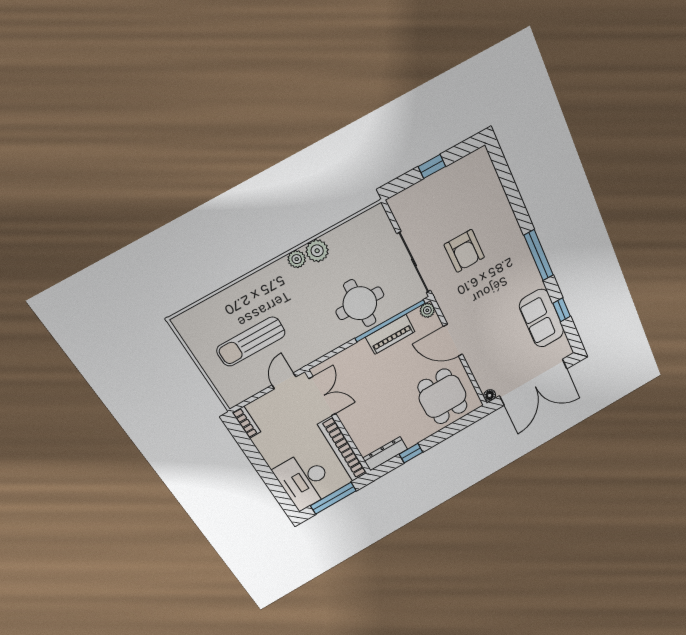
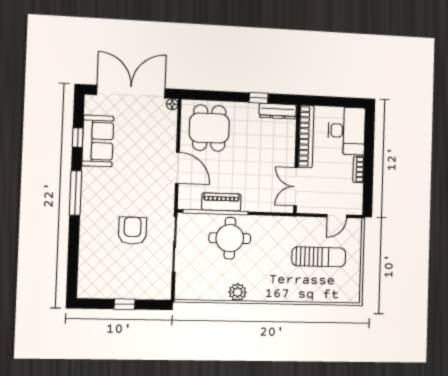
plant: (297, 259) -> (255, 295), removed
plant: (427, 310) -> (184, 203), removed
door: (284, 381) -> (337, 216), moved
bookcase: (247, 422) -> (359, 170), moved
window: (333, 498) -> (335, 102), removed

